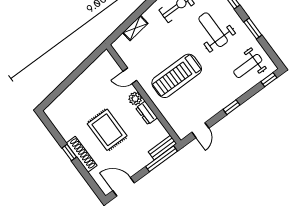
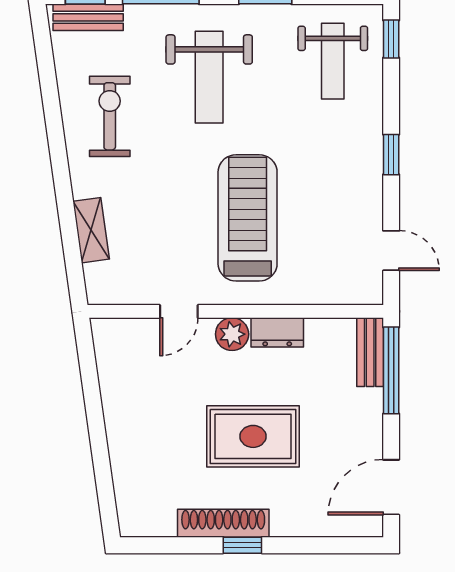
weight bench: (213, 30) -> (209, 77), turned -90
treadmill: (177, 76) -> (248, 218), turned 180
shoe rack: (82, 154) -> (223, 523), moved

